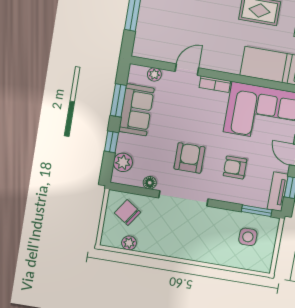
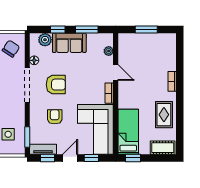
sofa: (136, 110) -> (69, 43), moved

